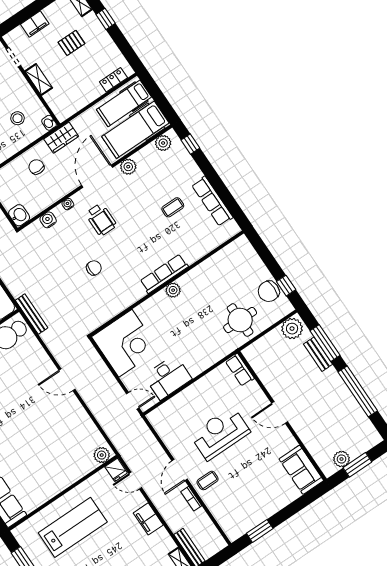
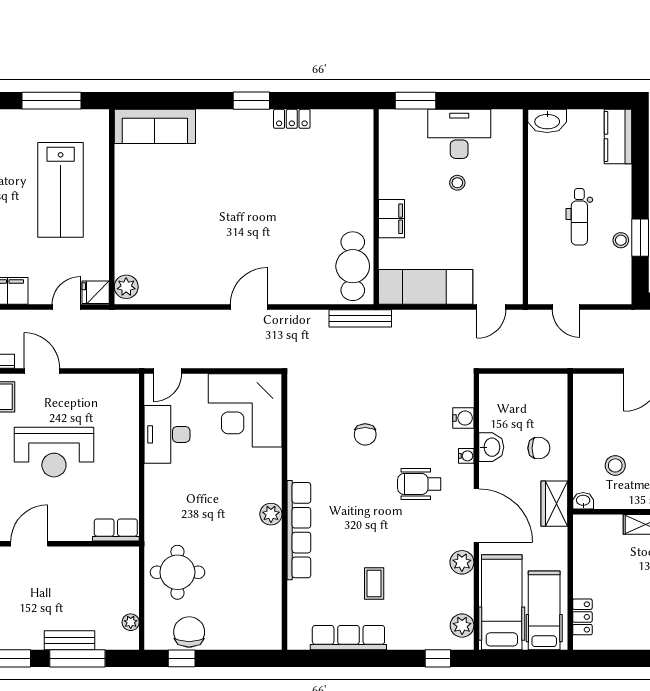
washbasin: (19, 215) -> (491, 447), moved, turned -90
row of seats: (164, 274) -> (299, 530), width x1.36
plant: (292, 329) -> (131, 622), width x0.53, depth x0.53
reception desk: (220, 433) -> (54, 452), turned 90

